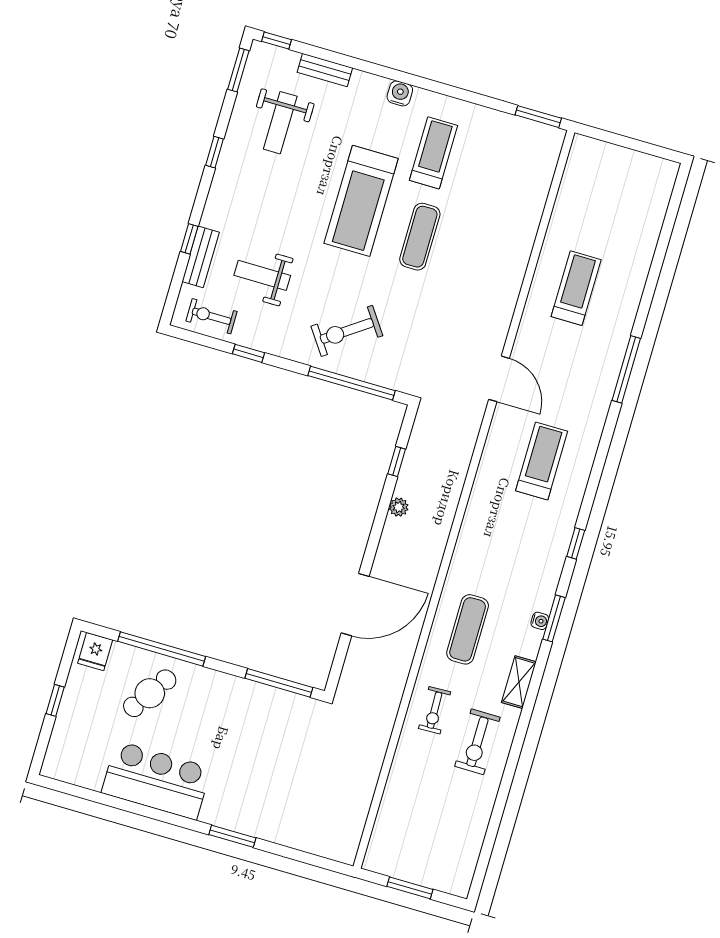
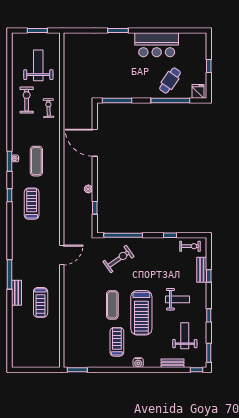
treadmill: (433, 153) -> (117, 342), turned 180
treadmill: (361, 201) -> (141, 313), turned 180
weight bench: (262, 275) -> (178, 299), moved
bench: (623, 325) -> (17, 293), added
exercise bike: (347, 331) -> (119, 259), moved
door: (499, 379) -> (62, 255), swing flipped
treadmill: (542, 461) -> (32, 204), moved, turned 180
door: (355, 605) -> (95, 143), hinge flipped
exercise mat: (468, 629) -> (36, 161), moved
shelving: (519, 682) -> (17, 130), removed
weight bench: (430, 811) -> (38, 65), added

